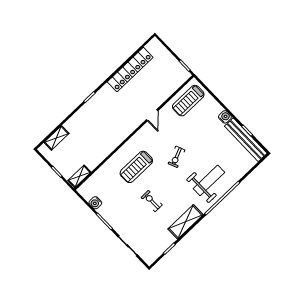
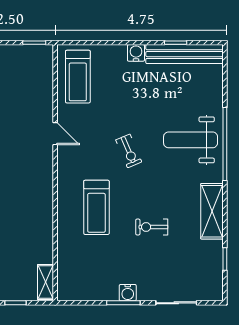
weight bench: (209, 180) -> (191, 140), turned -90
water cooler: (95, 203) -> (128, 293), moved

